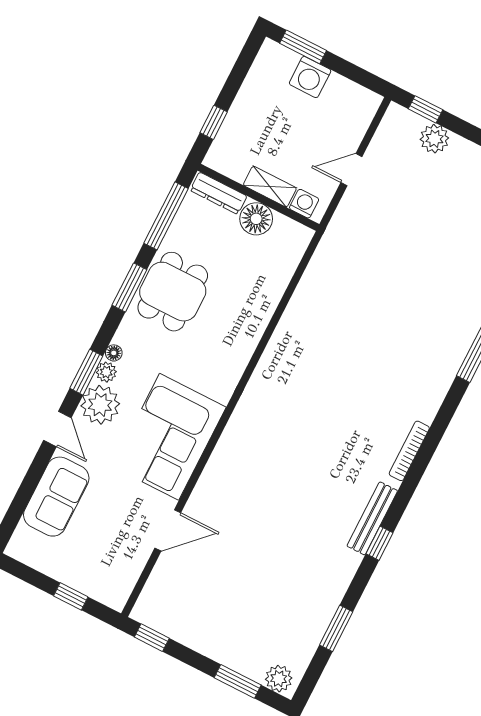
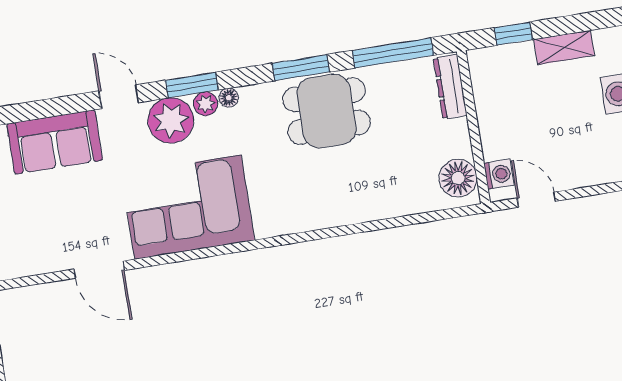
door: (351, 170) -> (536, 200), moved
shelving: (270, 187) -> (564, 47), moved, turned 90
floor lamp: (256, 219) -> (458, 178), moved
door: (57, 429) -> (119, 97), swing flipped

